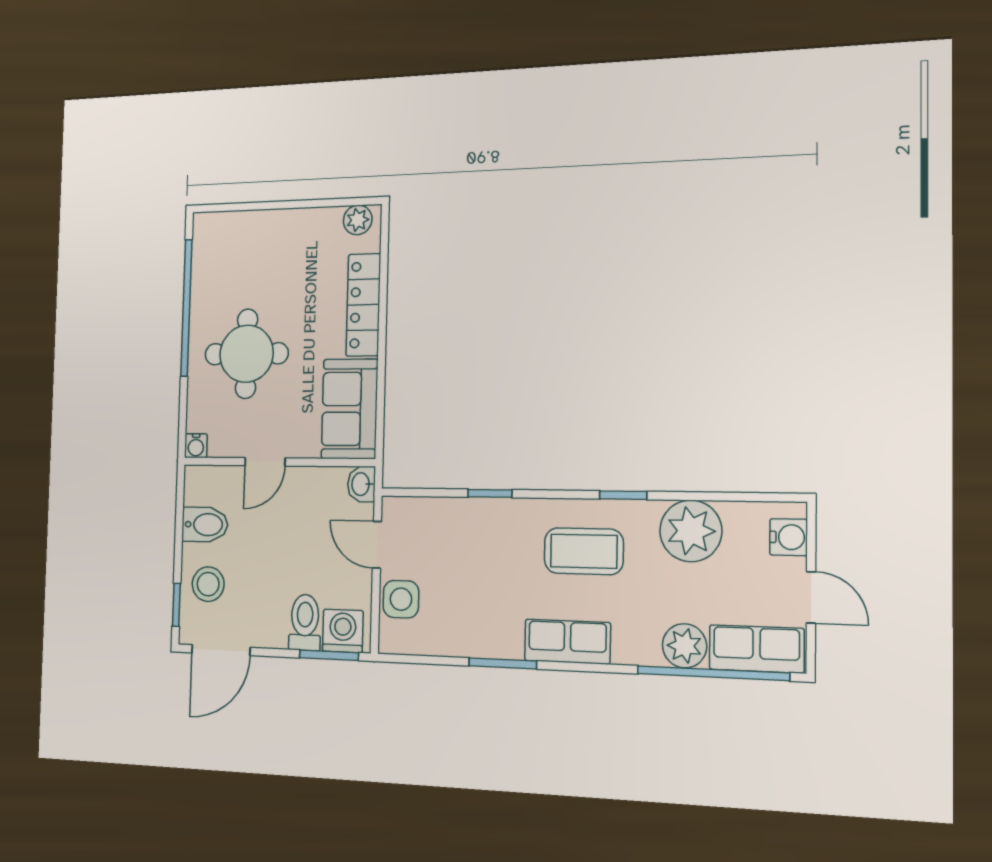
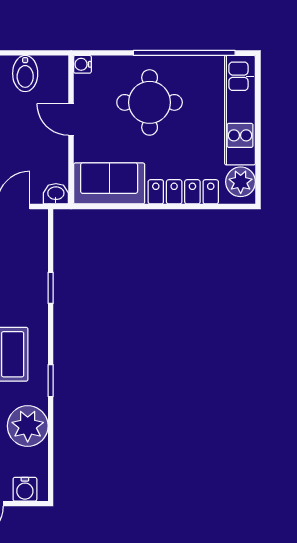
plant: (358, 220) -> (241, 182), width x1.38, depth x1.38
kitchen unit: (260, 230) -> (240, 110), added

